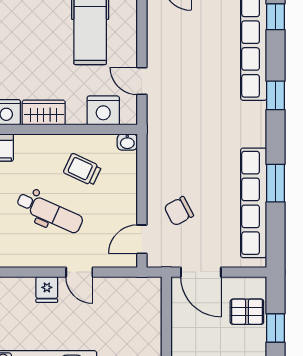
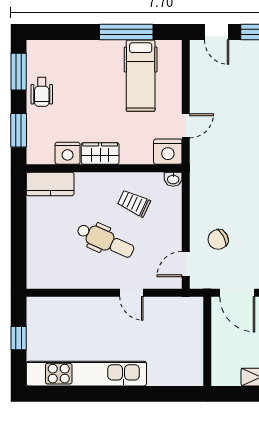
door: (142, 81) -> (186, 126), swing flipped
nightstand: (103, 110) -> (168, 152), moved
fridge: (47, 290) -> (103, 308), removed

